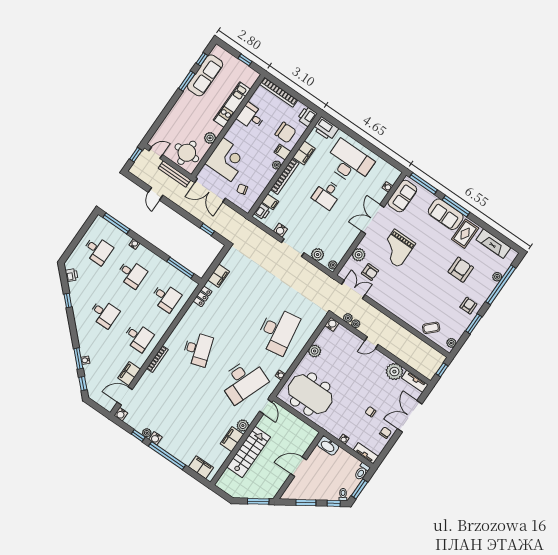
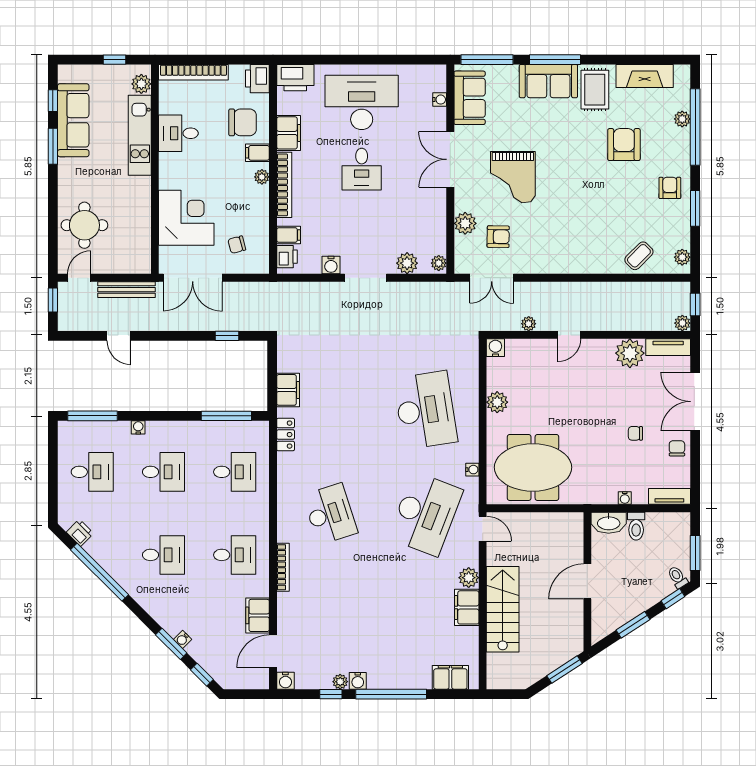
plant: (210, 138) -> (141, 84), moved
round table: (187, 153) -> (84, 225), moved
double door: (353, 290) -> (492, 278), swing flipped
window: (68, 301) -> (99, 572), width x3.17
plant: (348, 318) -> (682, 323), moved
toilet: (362, 472) -> (636, 526), moved

